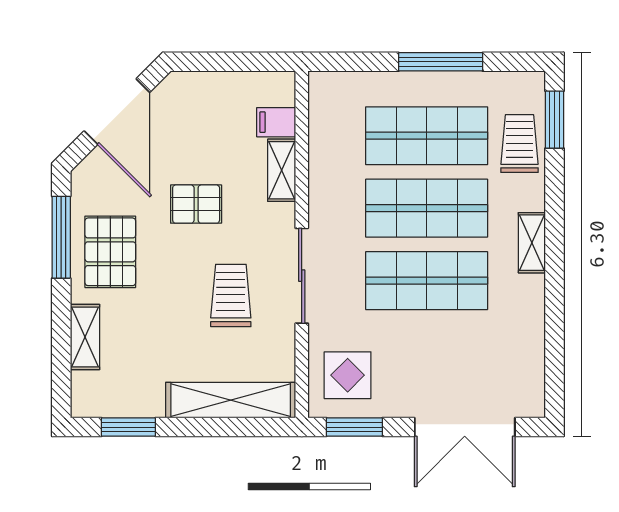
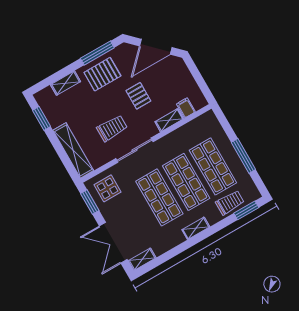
shelving: (532, 388) -> (142, 259), added

